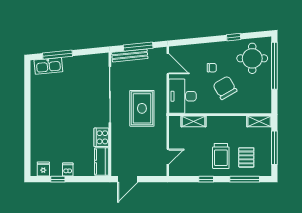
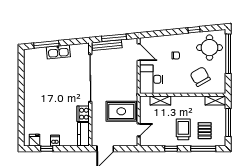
kitchen sink: (48, 66) -> (58, 52), moved
chair: (225, 88) -> (200, 77), moved
rug: (142, 108) -> (121, 111), moved, turned 90
trolley: (221, 156) -> (183, 129), turned 180

